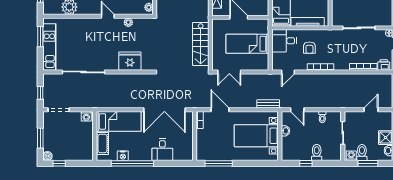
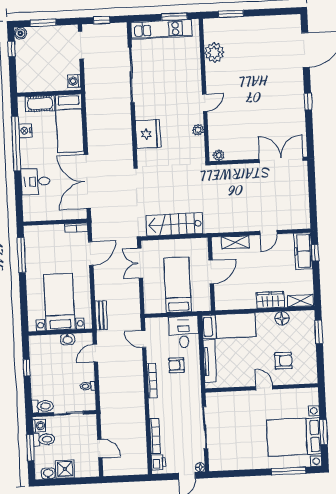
toilet: (317, 153) -> (43, 406), moved

